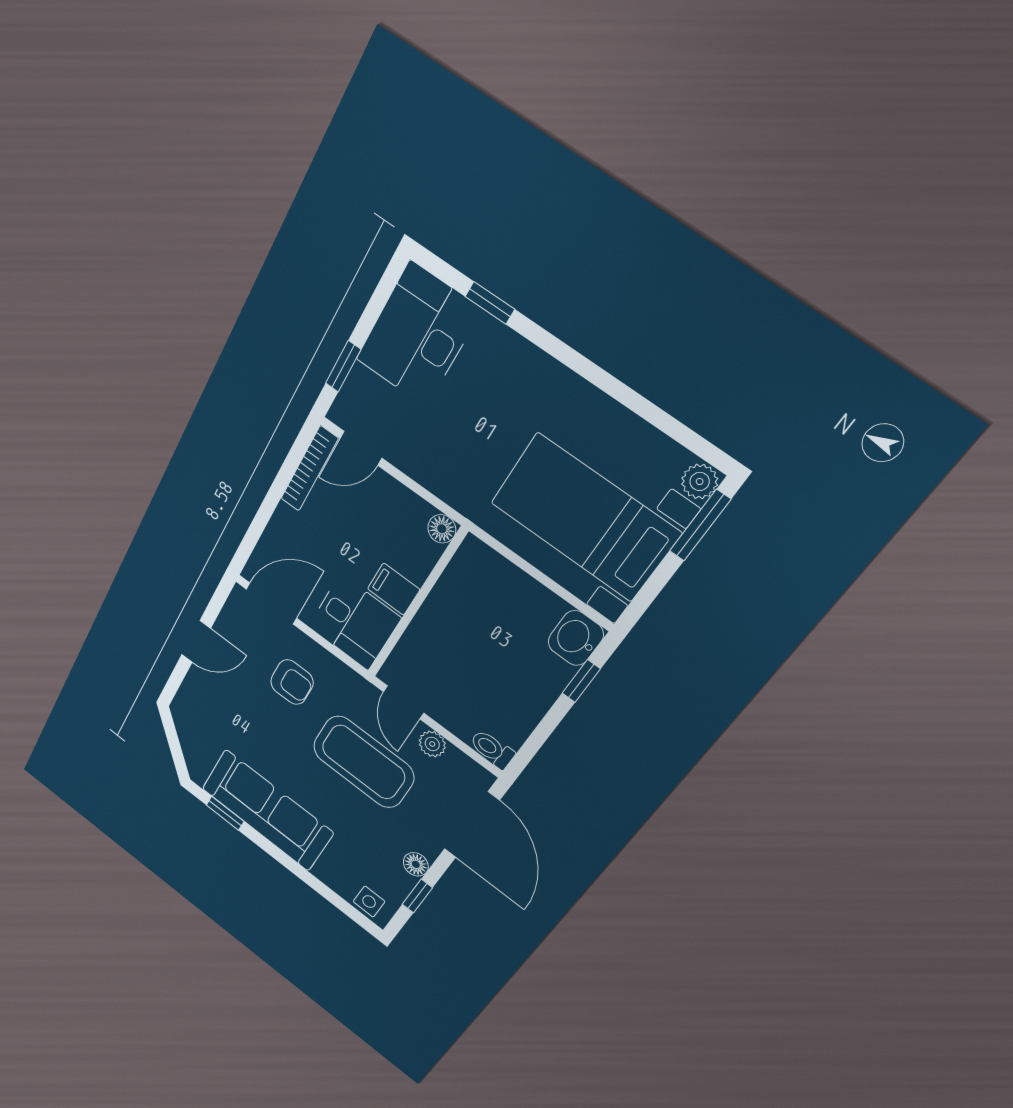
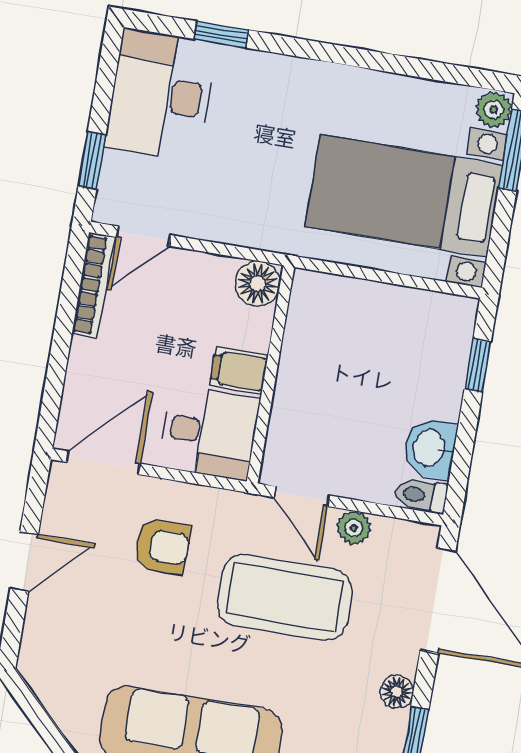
floor lamp: (442, 529) -> (258, 284), width x1.37, depth x1.37
washbasin: (576, 638) -> (430, 448), moved

